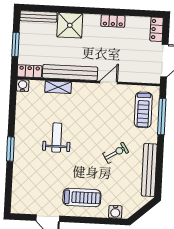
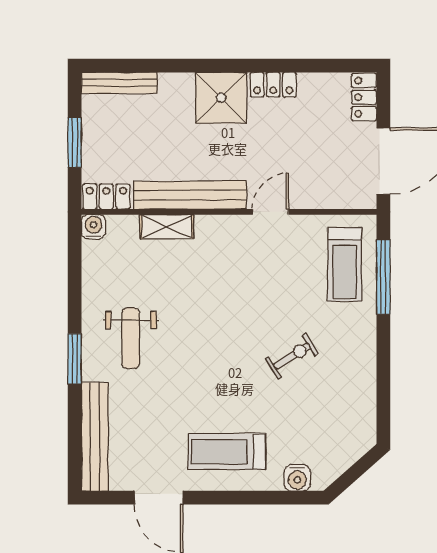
shower: (70, 25) -> (221, 98), moved
weight bench: (57, 138) -> (131, 338), moved, turned 180
bench: (149, 170) -> (95, 437), moved
treadmill: (82, 198) -> (227, 452), turned 180

